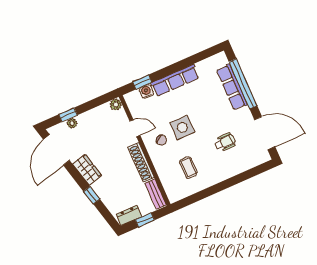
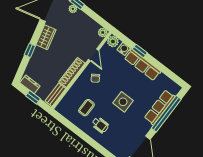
window: (142, 82) -> (140, 51), moved
plant: (132, 99) -> (113, 42), added
side table: (182, 127) -> (123, 102), moved
wheelchair: (225, 142) -> (100, 125), moved

